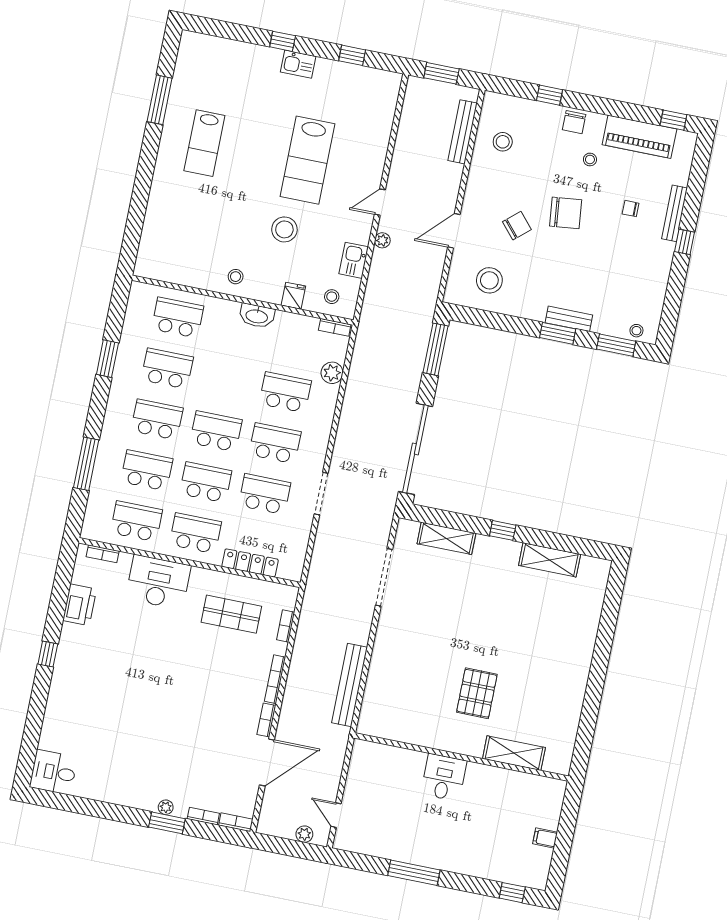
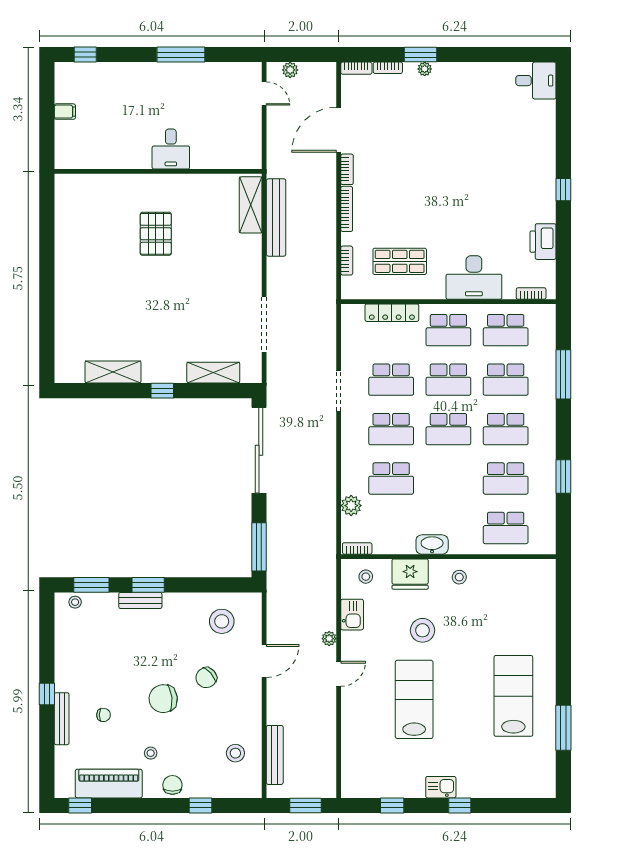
lab bench: (204, 143) -> (513, 696), width x1.36, depth x1.39
fridge: (293, 296) -> (410, 574), width x1.88, depth x1.34
shelving: (514, 753) -> (251, 205), moved, turned 90

